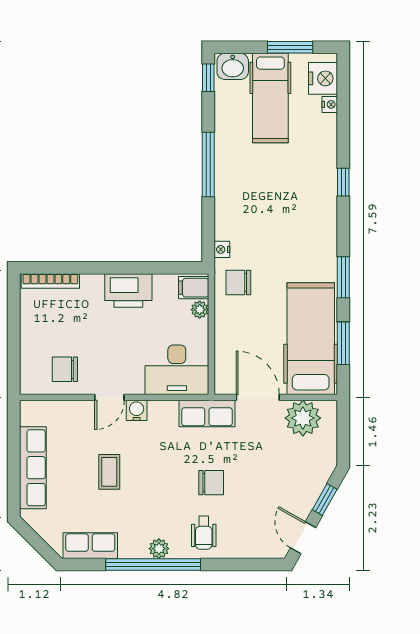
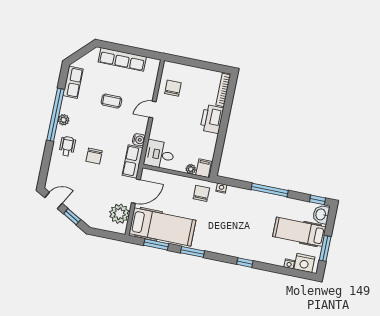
printer: (128, 291) -> (212, 119), moved
desk: (177, 370) -> (159, 154), width x0.73
door: (109, 397) -> (152, 109), hinge flipped
water cooler: (137, 410) -> (139, 140), moved
wheelchair: (204, 533) -> (67, 146), turned 90

